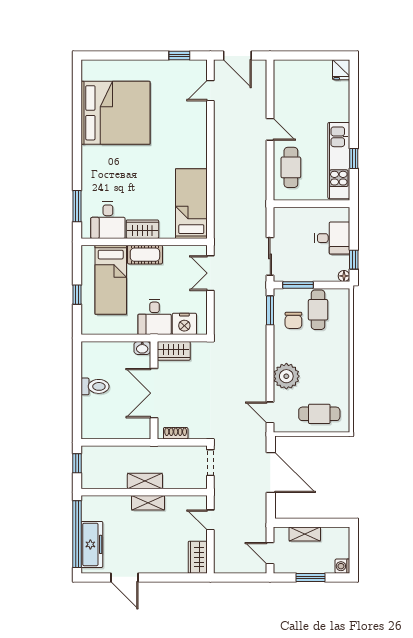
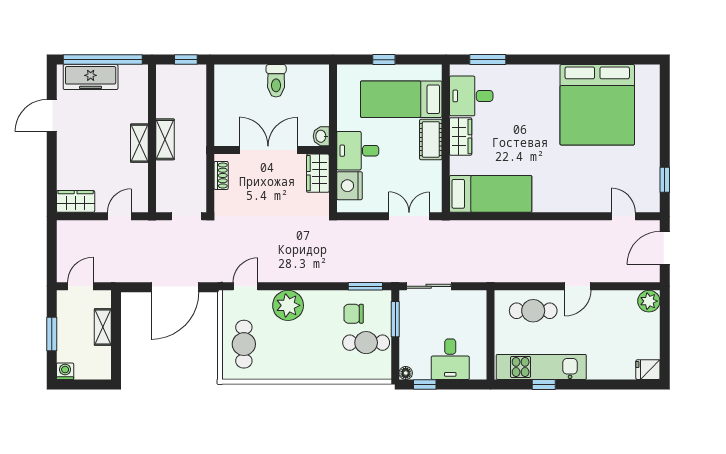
plant: (283, 69) -> (649, 301), added

